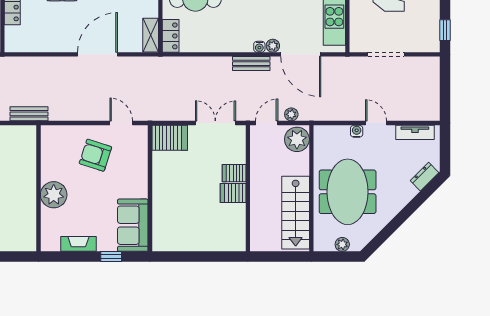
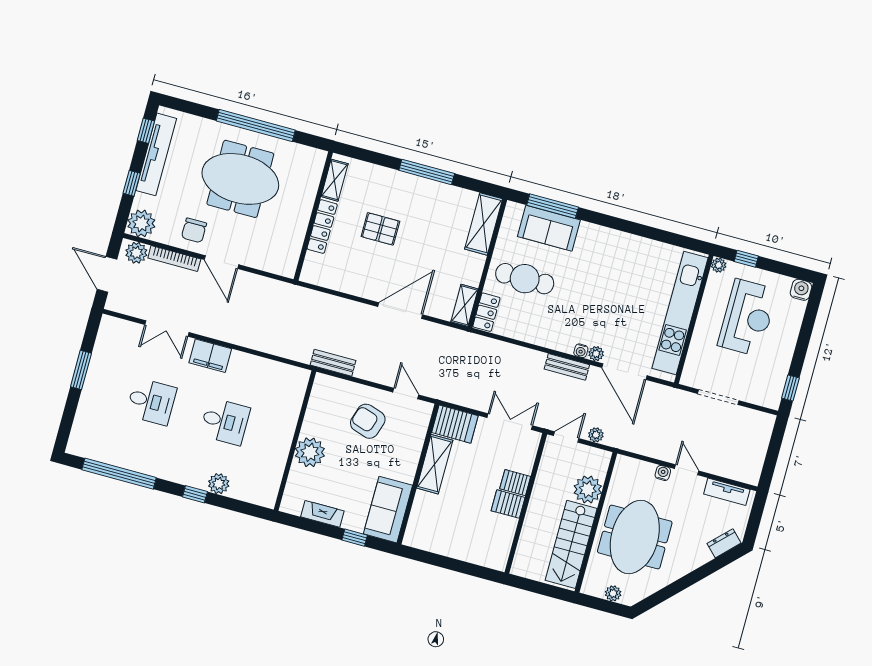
bench: (29, 114) -> (333, 363), moved
plant: (297, 139) -> (588, 489), moved
shelving: (162, 176) -> (435, 464), added

